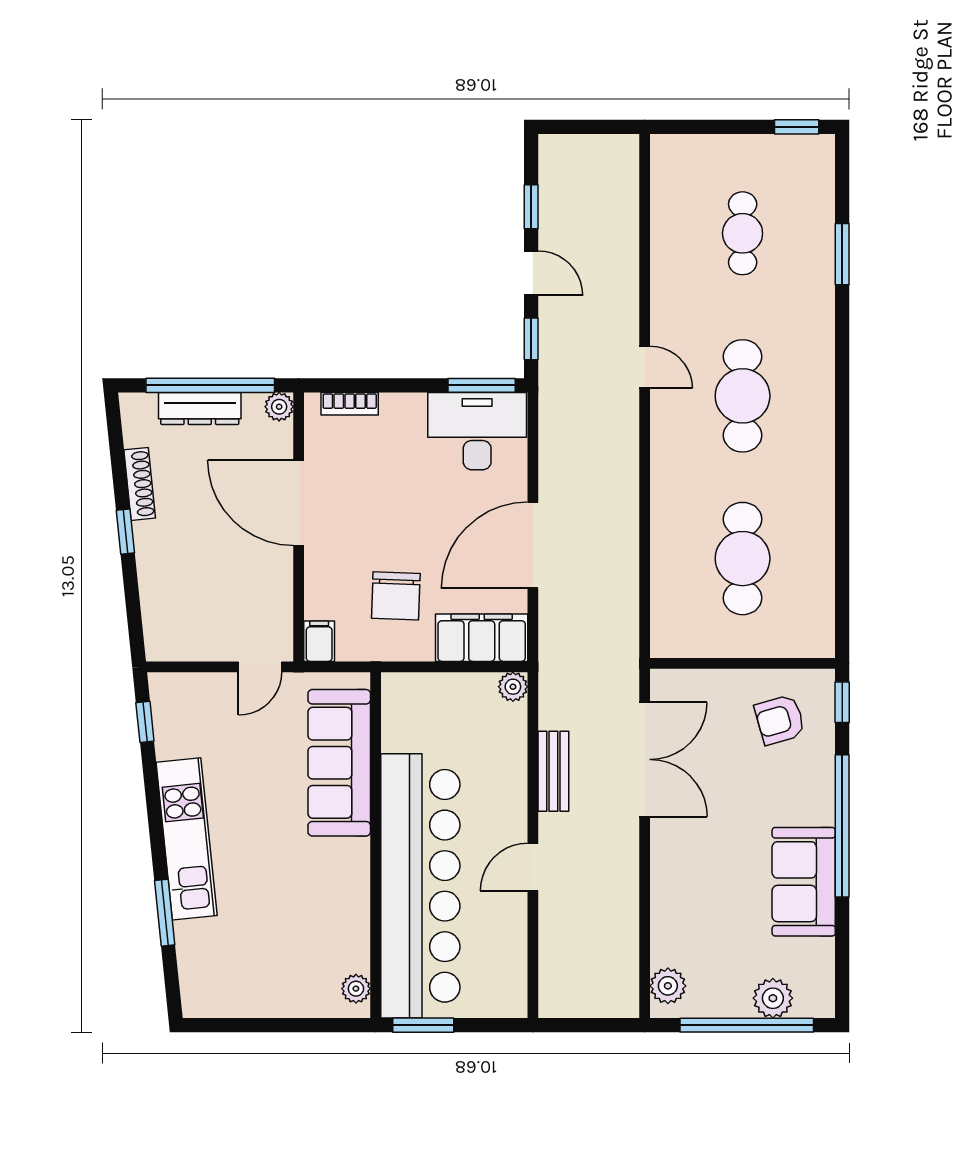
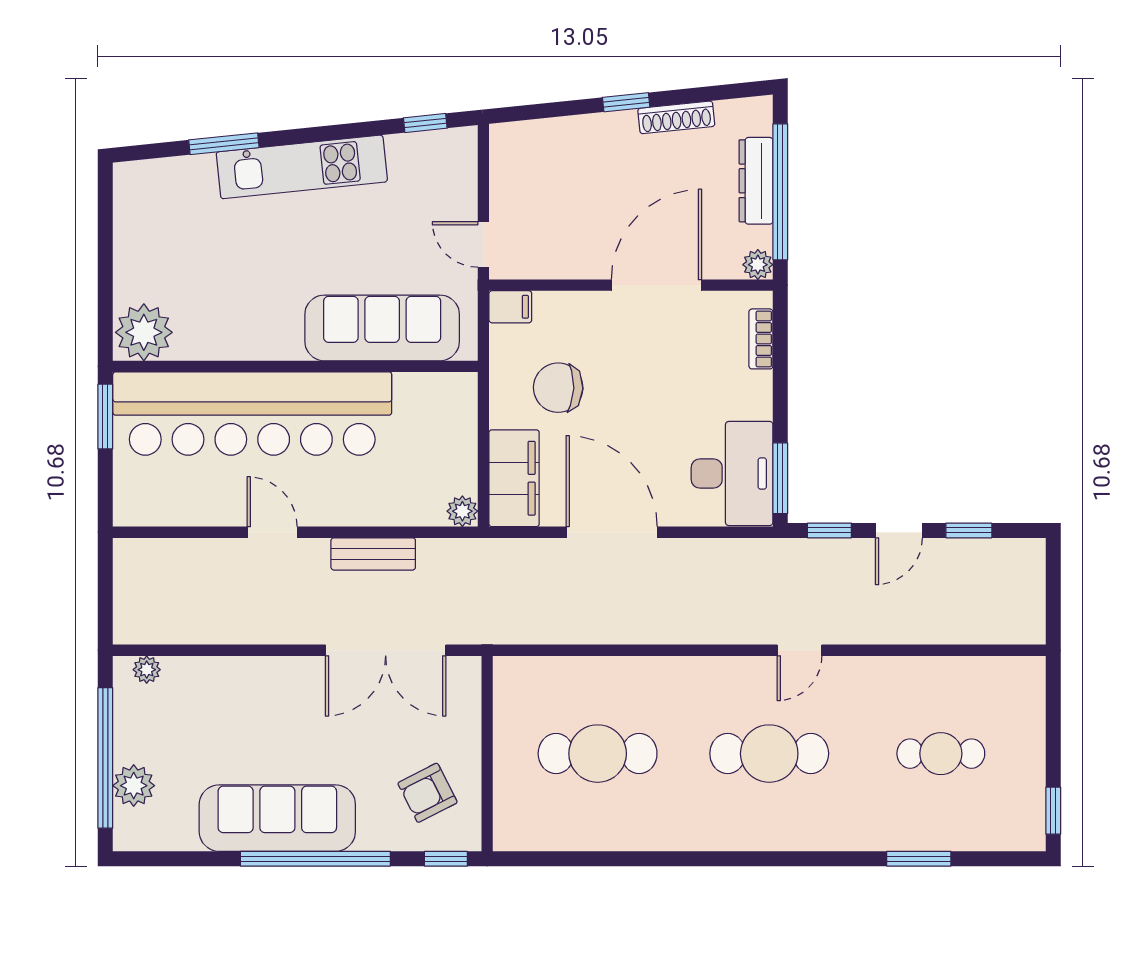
armchair: (780, 720) -> (427, 793), turned -101
sofa: (804, 882) -> (277, 818), width x1.36
plant: (668, 986) -> (147, 670), width x0.73, depth x0.73
plant: (356, 989) -> (144, 332), width x1.88, depth x1.88

